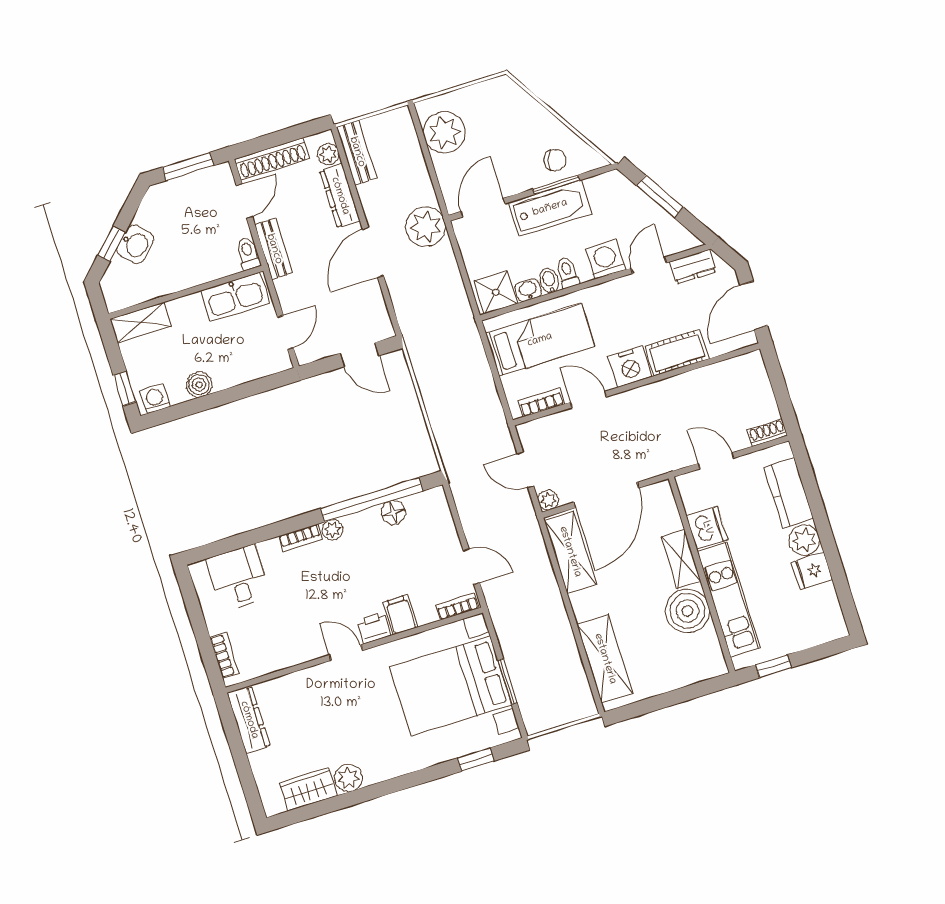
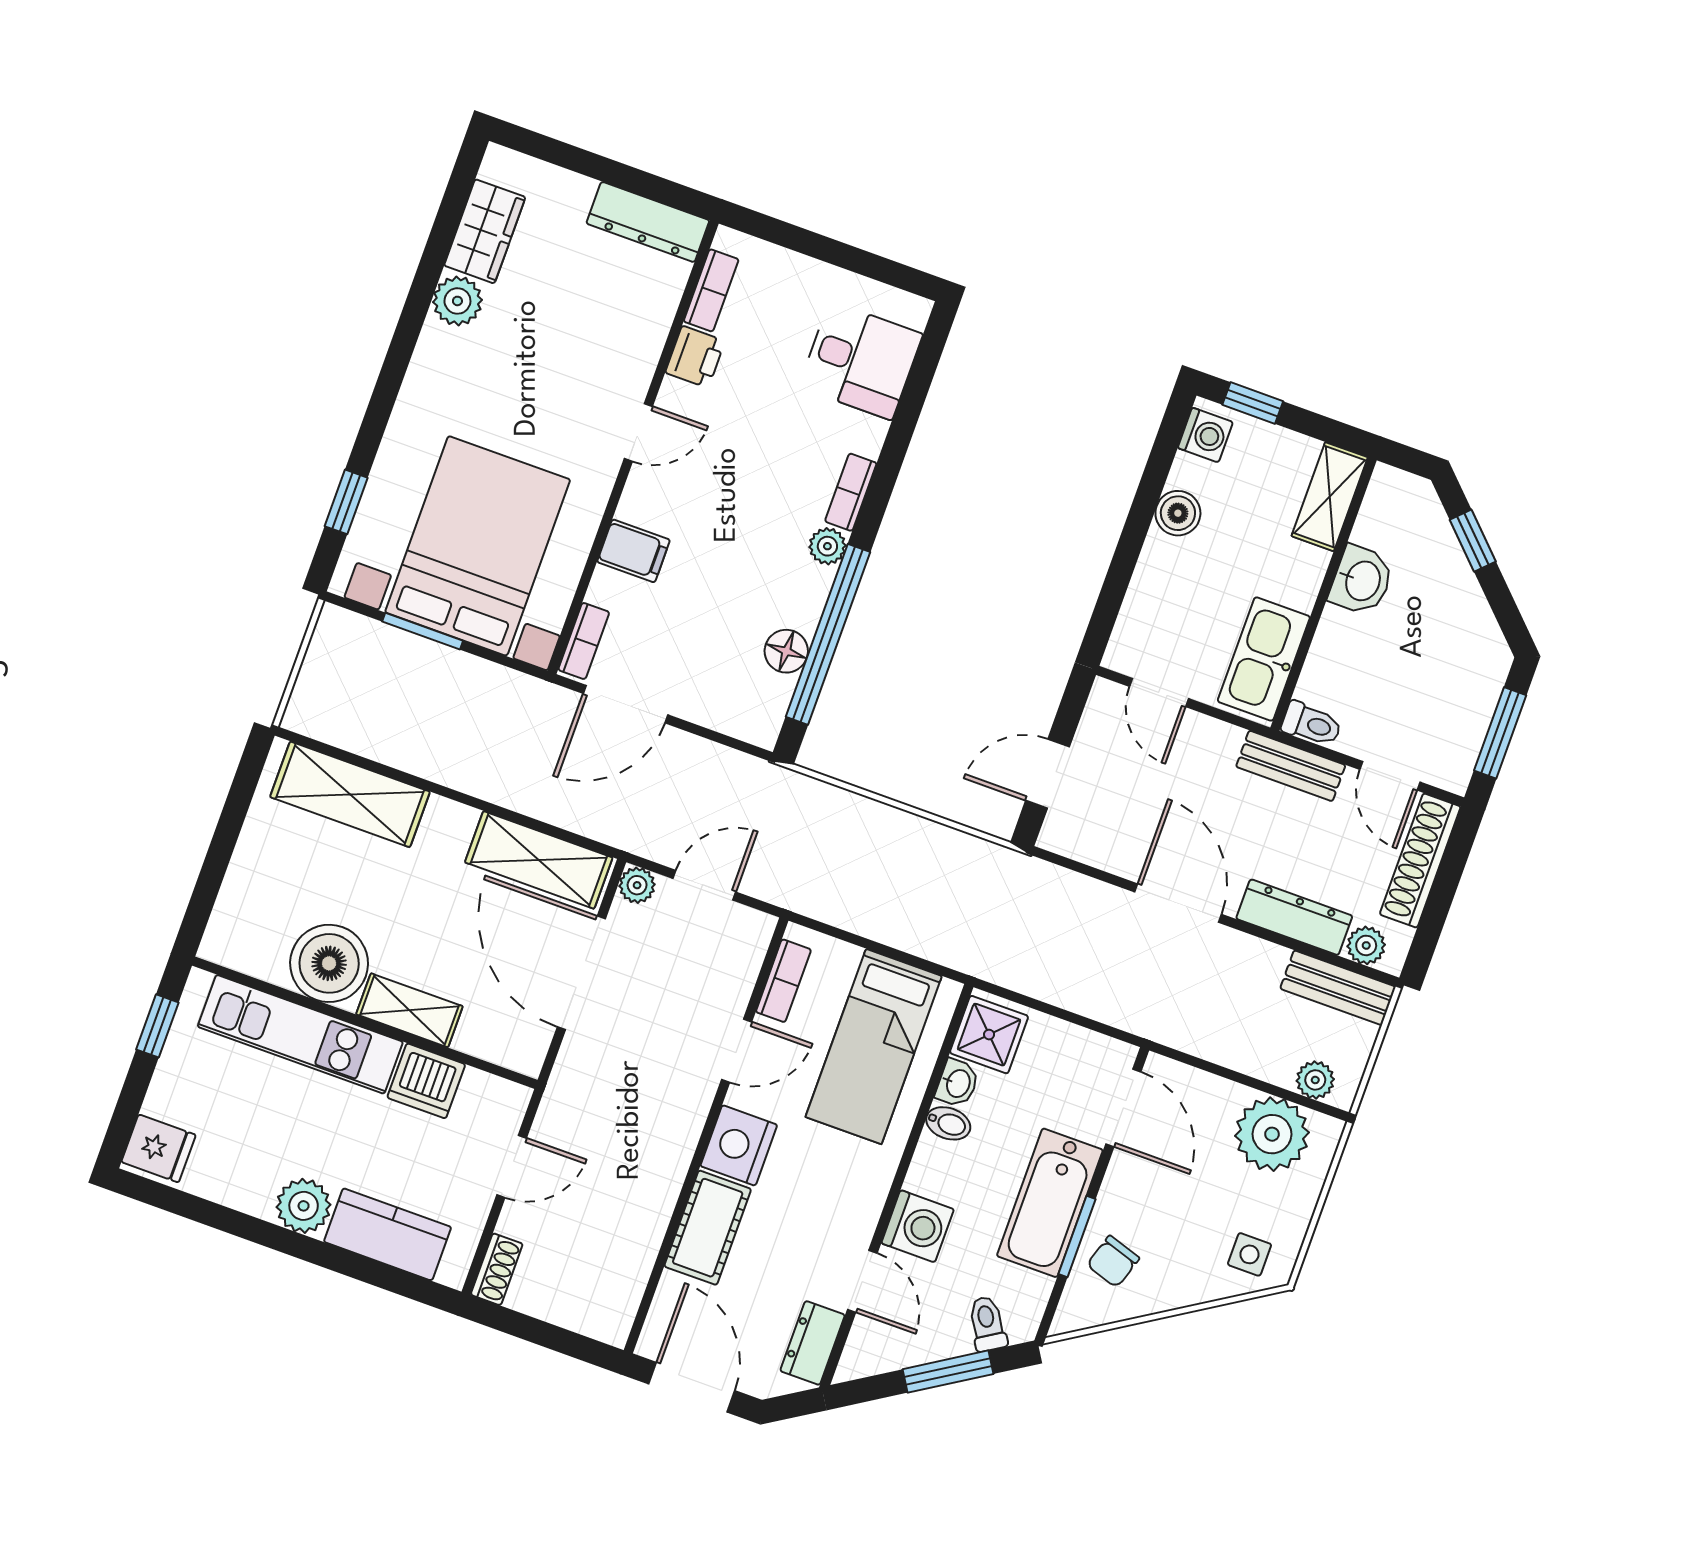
side table: (506, 102) -> (1250, 1254), added
plant: (426, 227) -> (1315, 1080), moved, width x0.53, depth x0.53
washbasin: (135, 244) -> (1362, 580), moved, turned -135
toilet: (567, 272) -> (987, 1324), moved, turned -122
door: (471, 566) -> (625, 704), width x1.38
fridge: (812, 571) -> (159, 1148), moved, turned 90
printer: (374, 628) -> (695, 357), moved
bookcase: (224, 655) -> (711, 290), moved, turned -90

